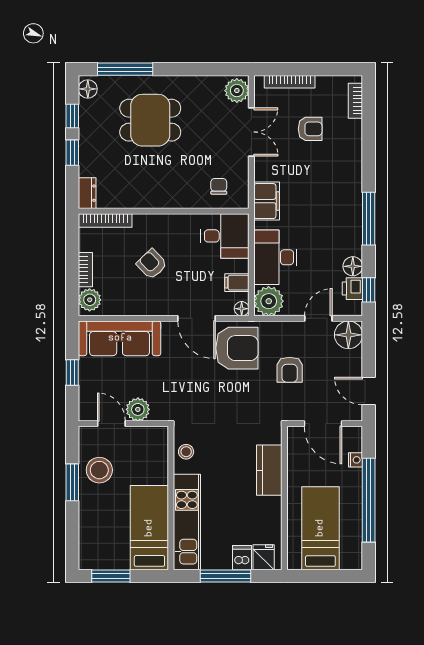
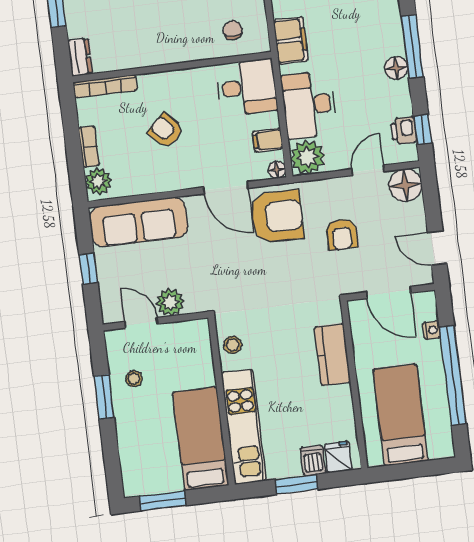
floor lamp: (353, 266) -> (396, 68), moved
stool: (99, 470) -> (134, 379), width x0.53, depth x0.53
window: (225, 576) -> (296, 484), width x0.69

